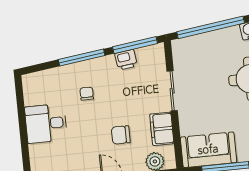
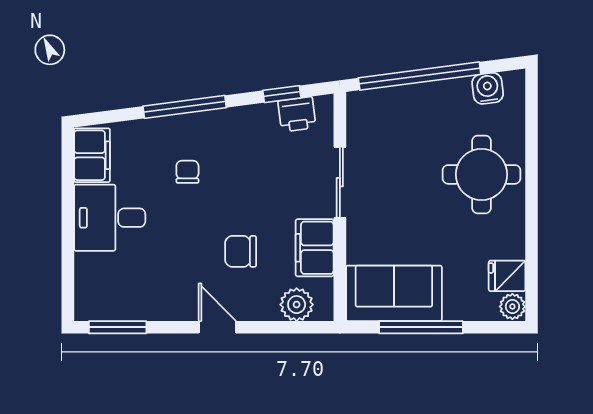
window: (135, 45) -> (282, 94), width x0.46
printer: (126, 60) -> (297, 114), moved
filing cabinet: (33, 90) -> (92, 155), added

